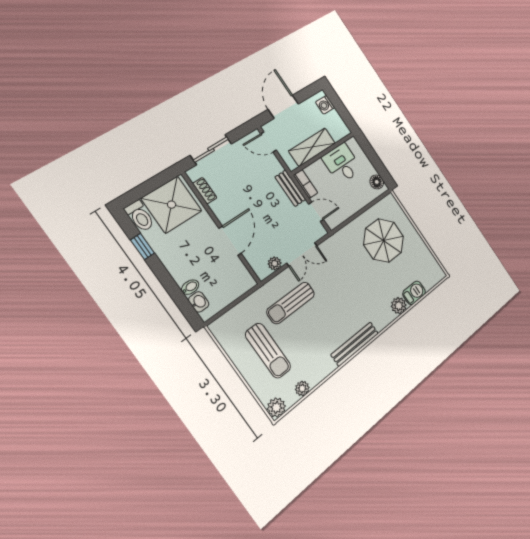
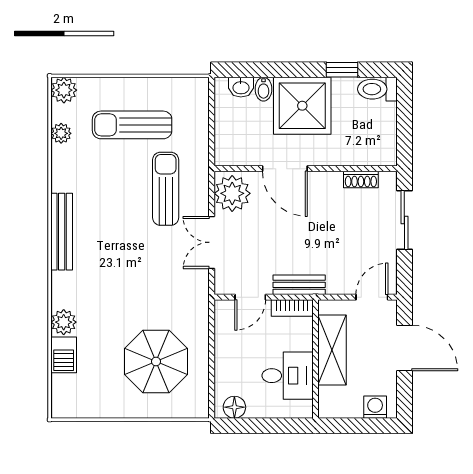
shower: (172, 205) -> (302, 106), moved
plant: (275, 264) -> (232, 193), width x1.88, depth x1.88

